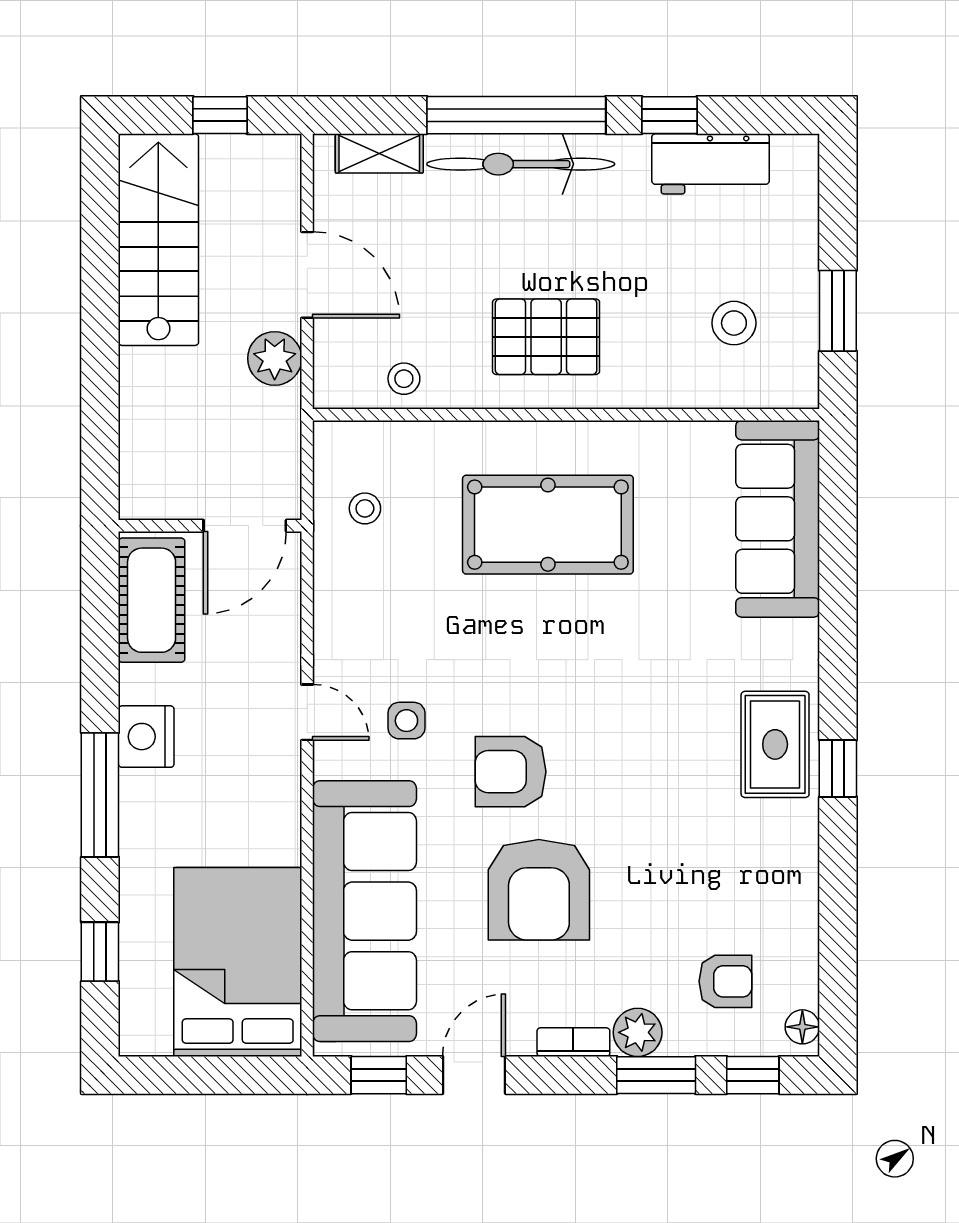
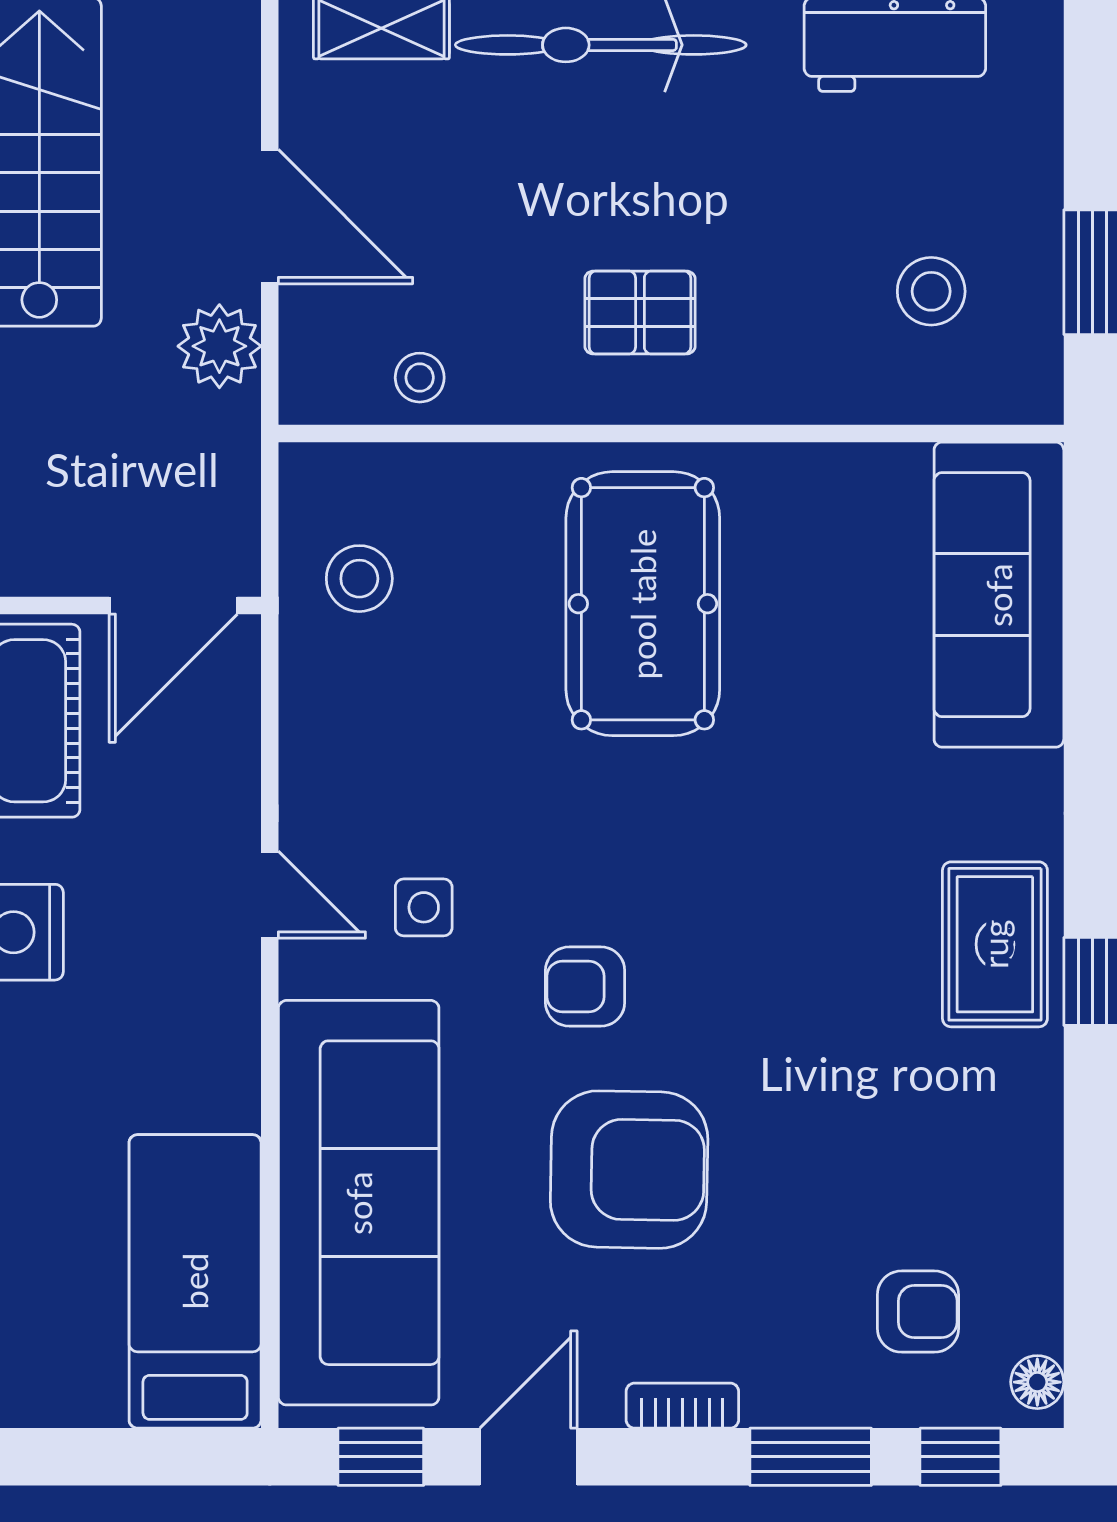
pallet: (546, 337) -> (640, 313), width x0.67, depth x0.71
stool: (365, 508) -> (359, 579), width x1.37, depth x1.37
pool table: (548, 525) -> (643, 604), turned 90
armchair: (511, 772) -> (585, 987), width x0.72, depth x0.72
armchair: (539, 890) -> (629, 1170), turned -89
bed: (238, 962) -> (195, 1281), width x0.67
plant: (638, 1032) -> (782, 1391), removed

